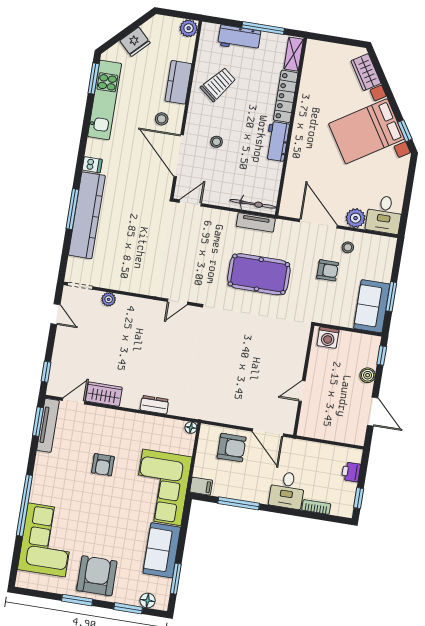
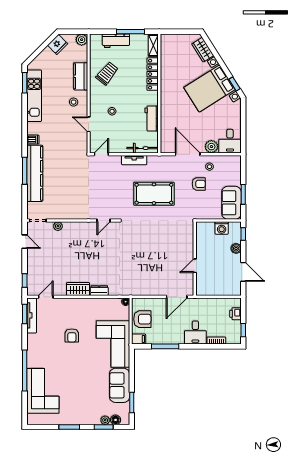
fridge: (135, 42) -> (58, 45), moved
workbench: (277, 141) -> (152, 119), moved
door: (179, 156) -> (89, 124), width x0.53
tv unit: (256, 222) -> (134, 160), moved
washing machine: (328, 338) -> (222, 228), moved
wardrobe: (104, 394) -> (78, 289), moved
door: (268, 432) -> (177, 297), hinge flipped
armchair: (232, 448) -> (142, 319), moved
armchair: (97, 576) -> (80, 409), removed
plant: (132, 599) -> (105, 420), added

